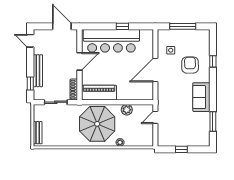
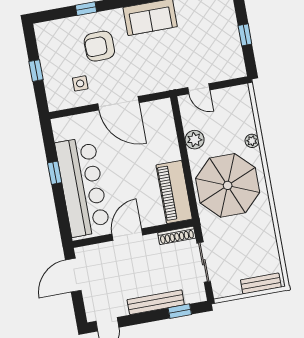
window: (183, 26) -> (36, 71), width x0.46
door: (79, 61) -> (127, 234), hinge flipped

